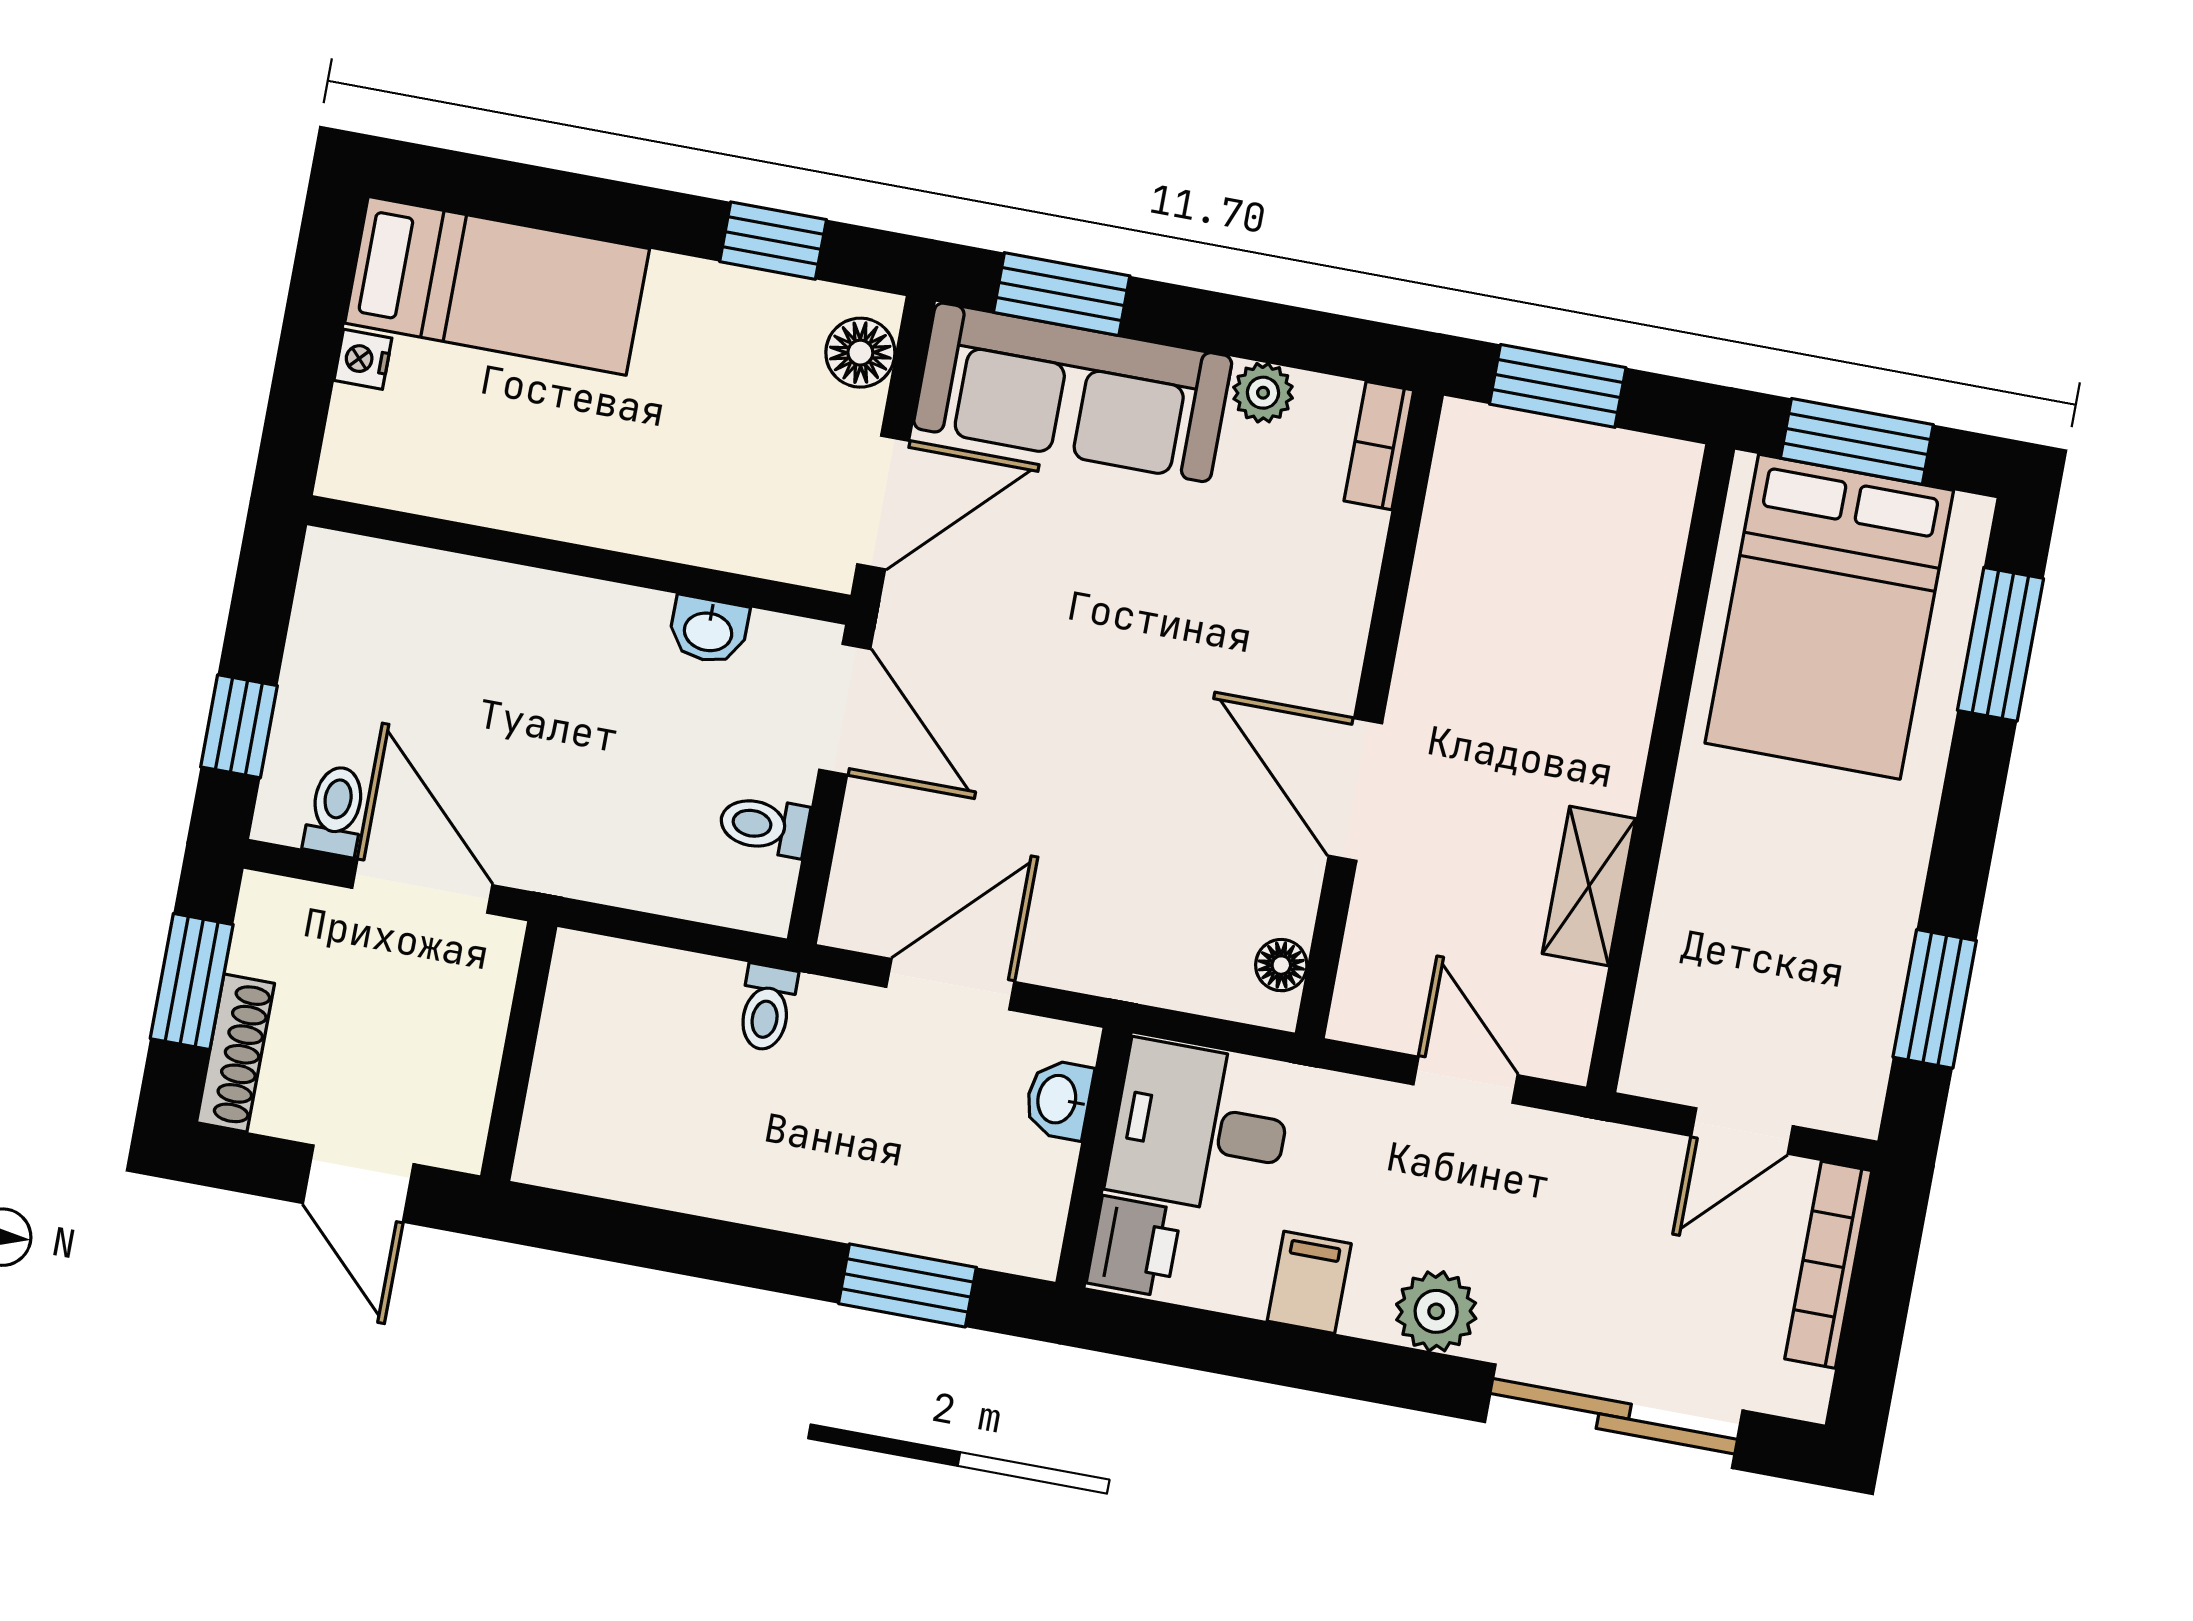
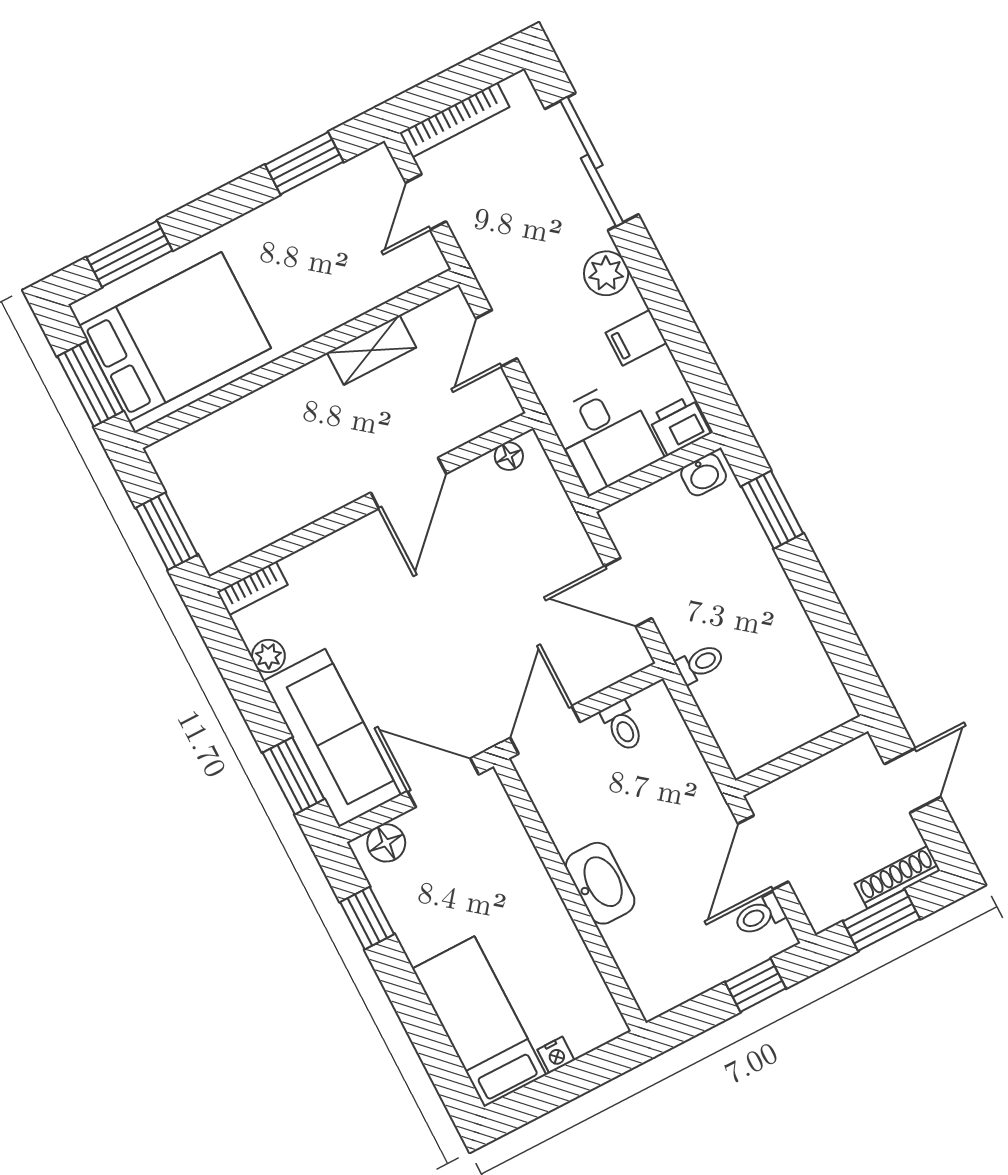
washbasin: (708, 630) -> (600, 883), moved, width x1.91, depth x1.45
washbasin: (1059, 1099) -> (704, 475), moved
door: (1742, 1131) -> (426, 202), swing flipped

